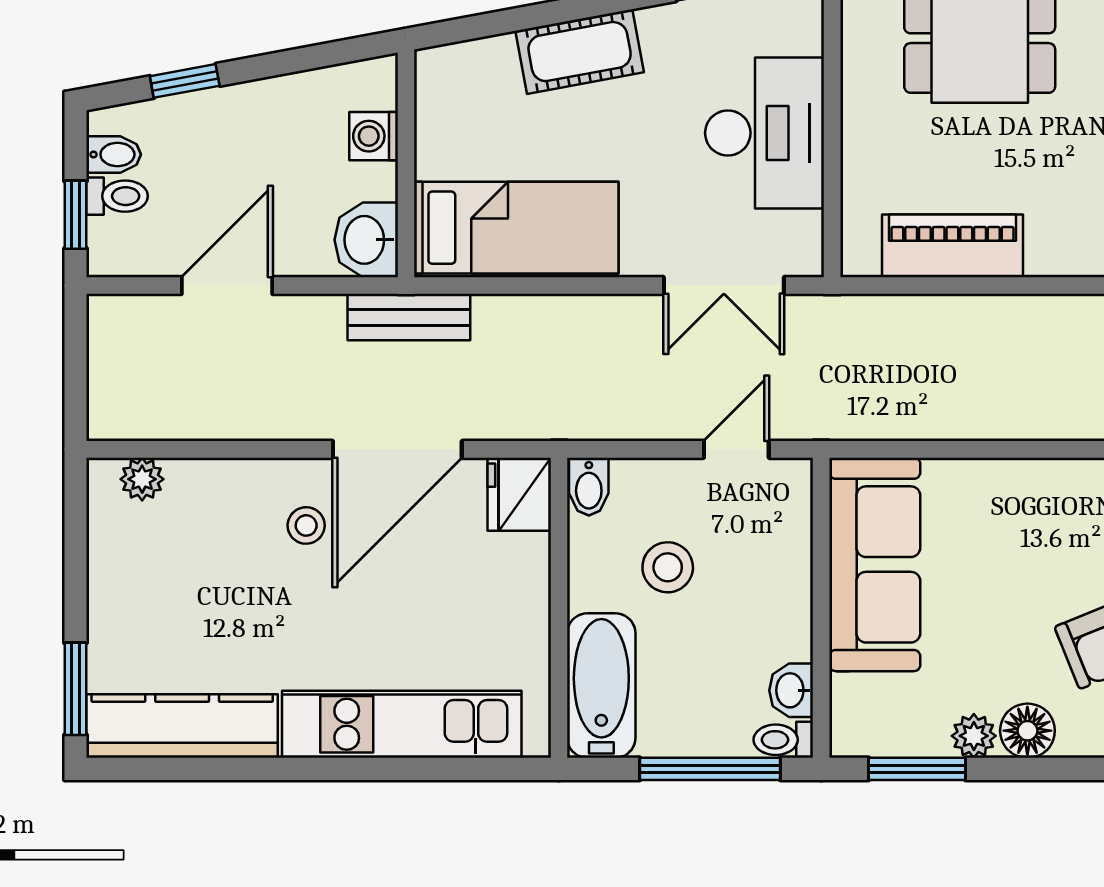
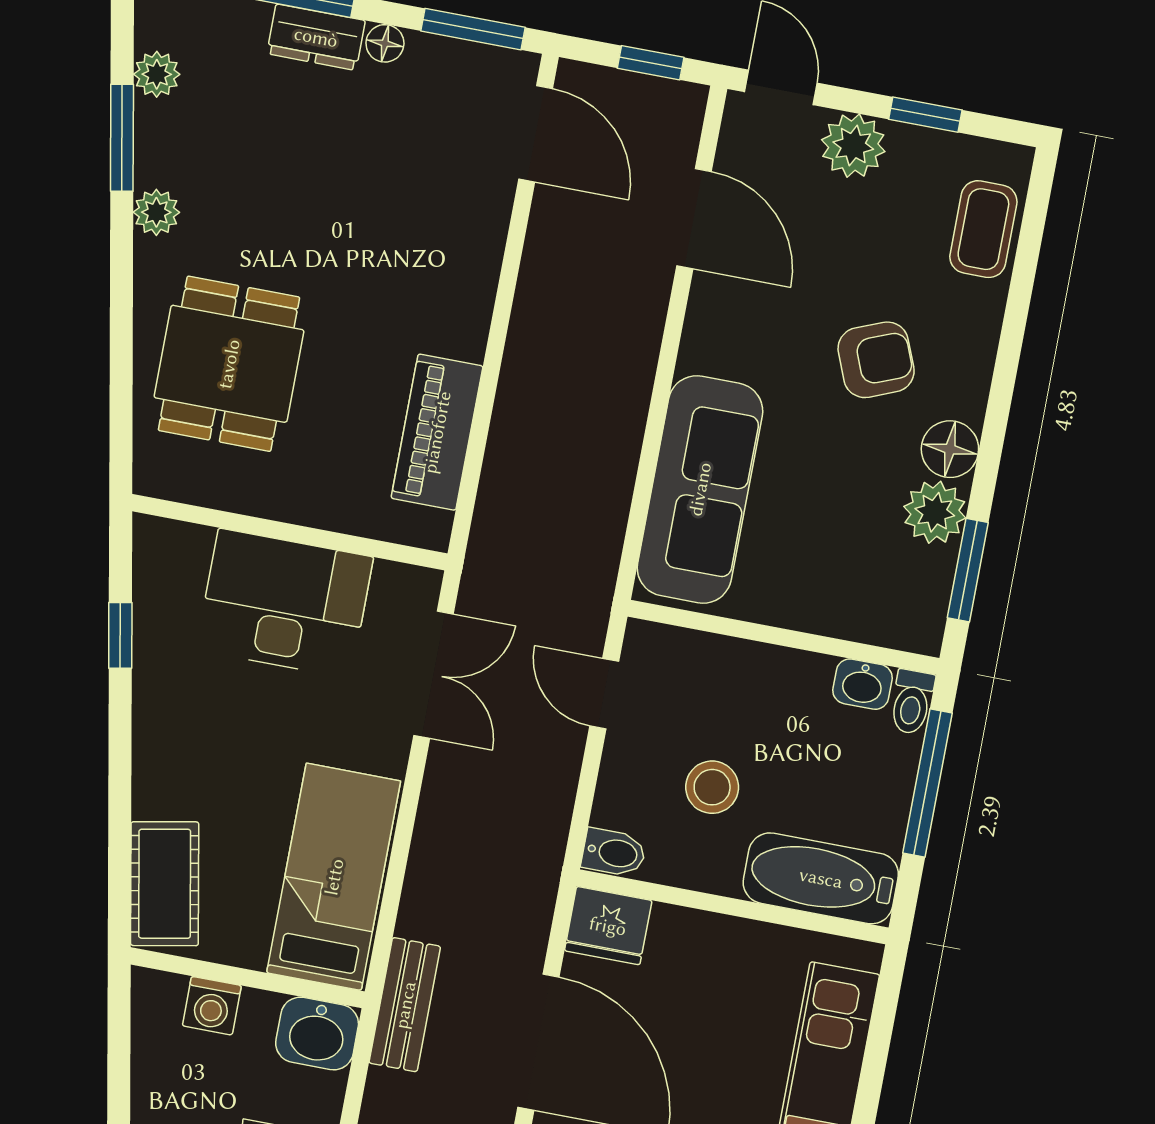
cot: (580, 52) -> (165, 884), moved
sofa: (875, 564) -> (700, 489), moved, turned 90
plant: (974, 736) -> (935, 512), width x1.38, depth x1.38

